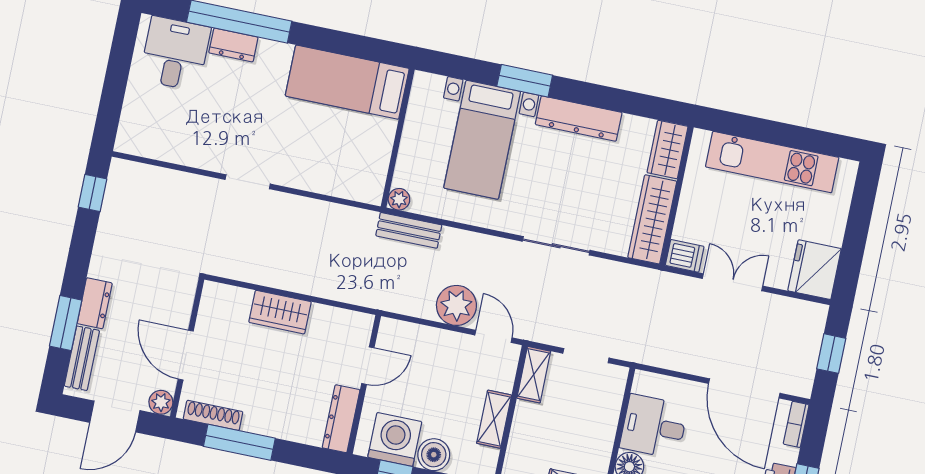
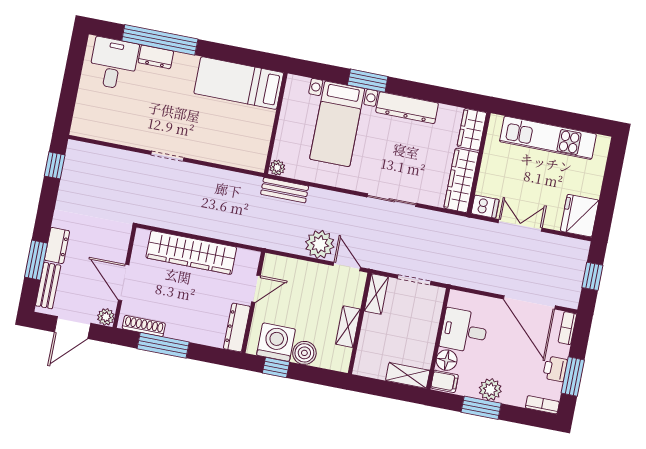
wardrobe: (280, 312) -> (191, 252), width x2.10, depth x1.17

